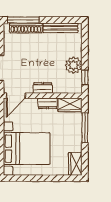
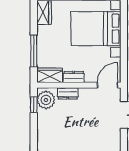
plant: (73, 65) -> (46, 100), moved
dresser: (43, 88) -> (68, 93), moved

